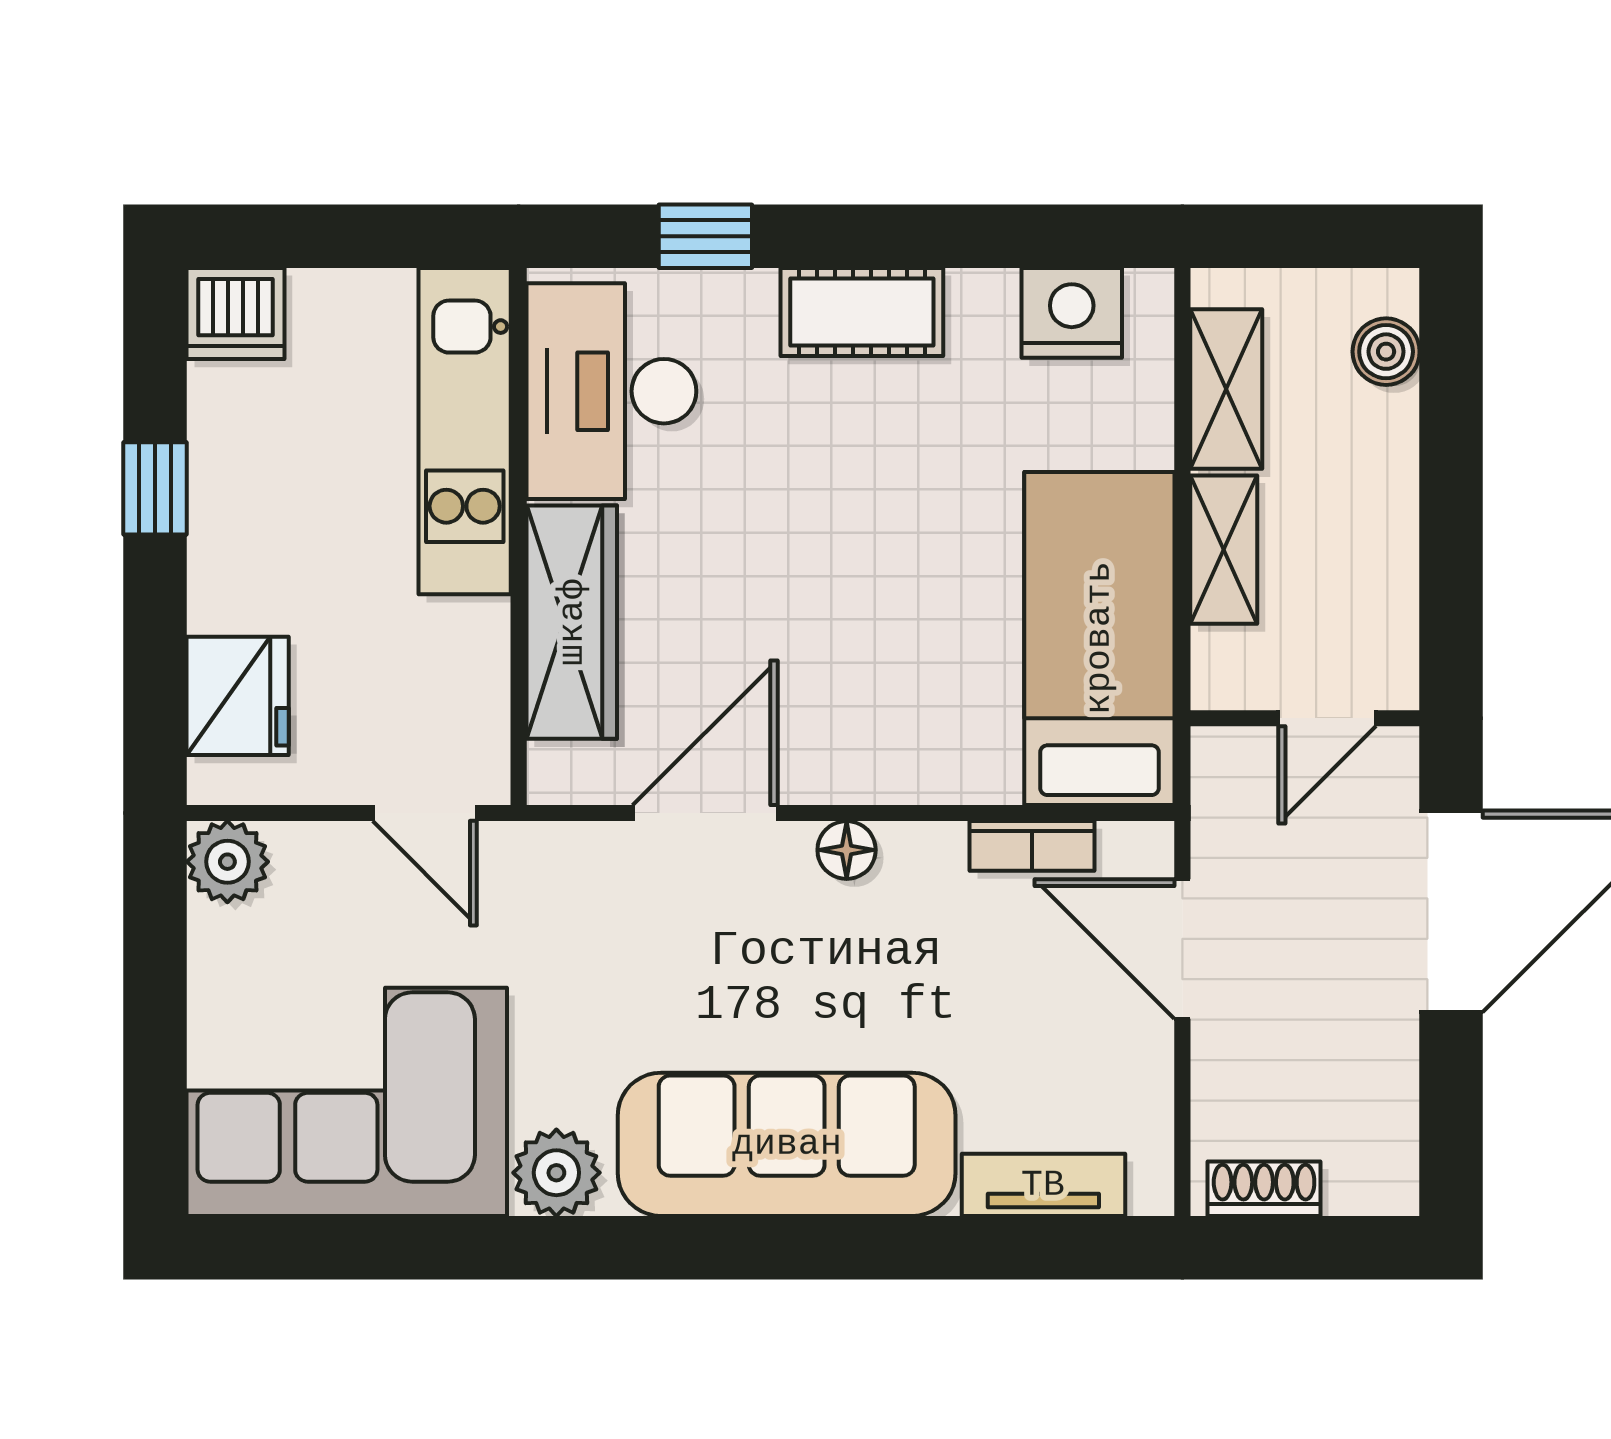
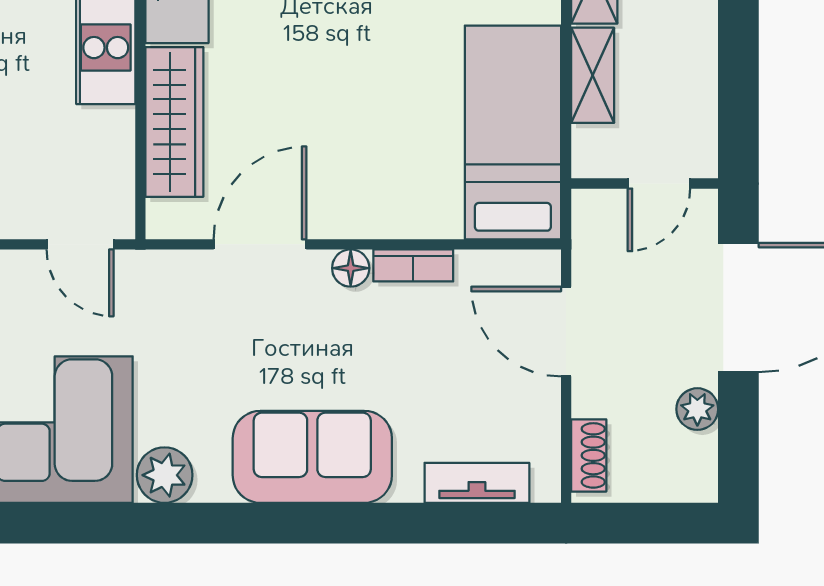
bookcase: (1032, 846) -> (413, 265), moved
plant: (1387, 1070) -> (697, 409), added
sofa: (787, 1144) -> (312, 457), width x0.73
shoe rack: (1264, 1189) -> (589, 455), moved, turned 90

